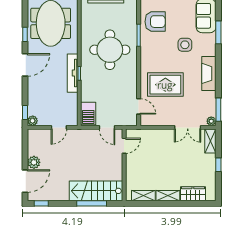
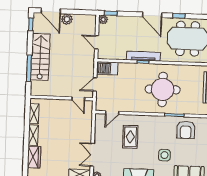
rug: (165, 85) -> (130, 137), width x0.73, depth x0.70
stairs: (96, 191) -> (40, 57), moved

